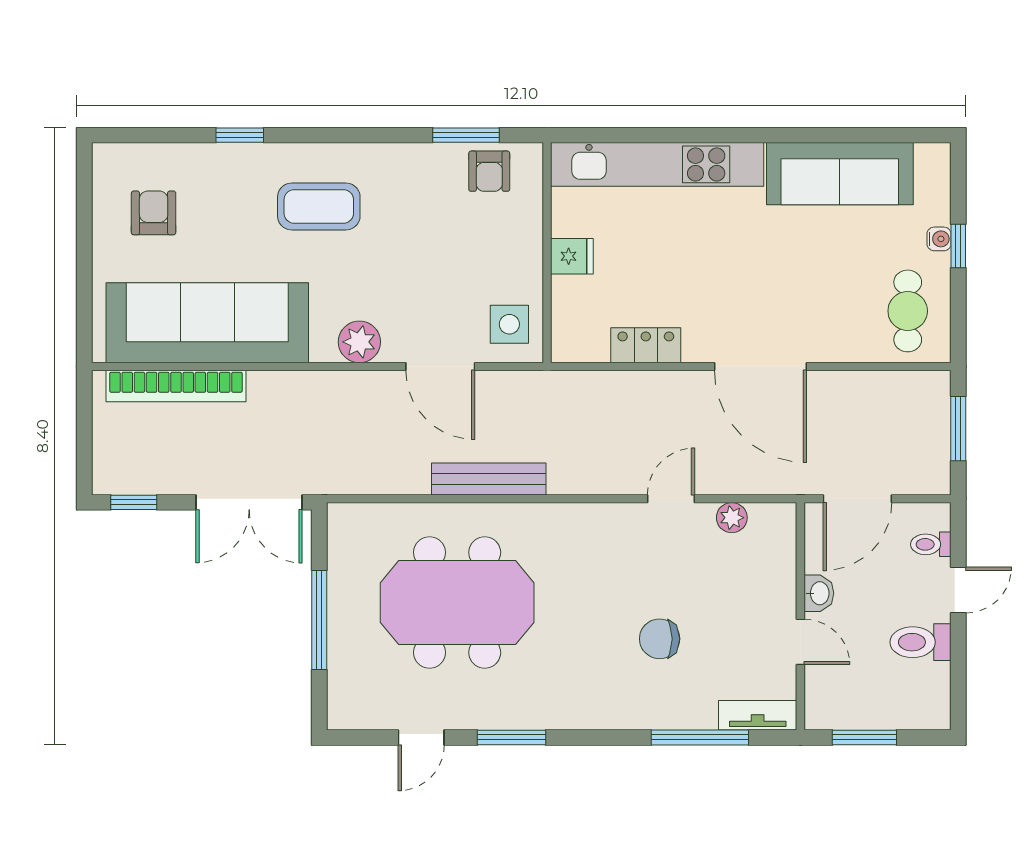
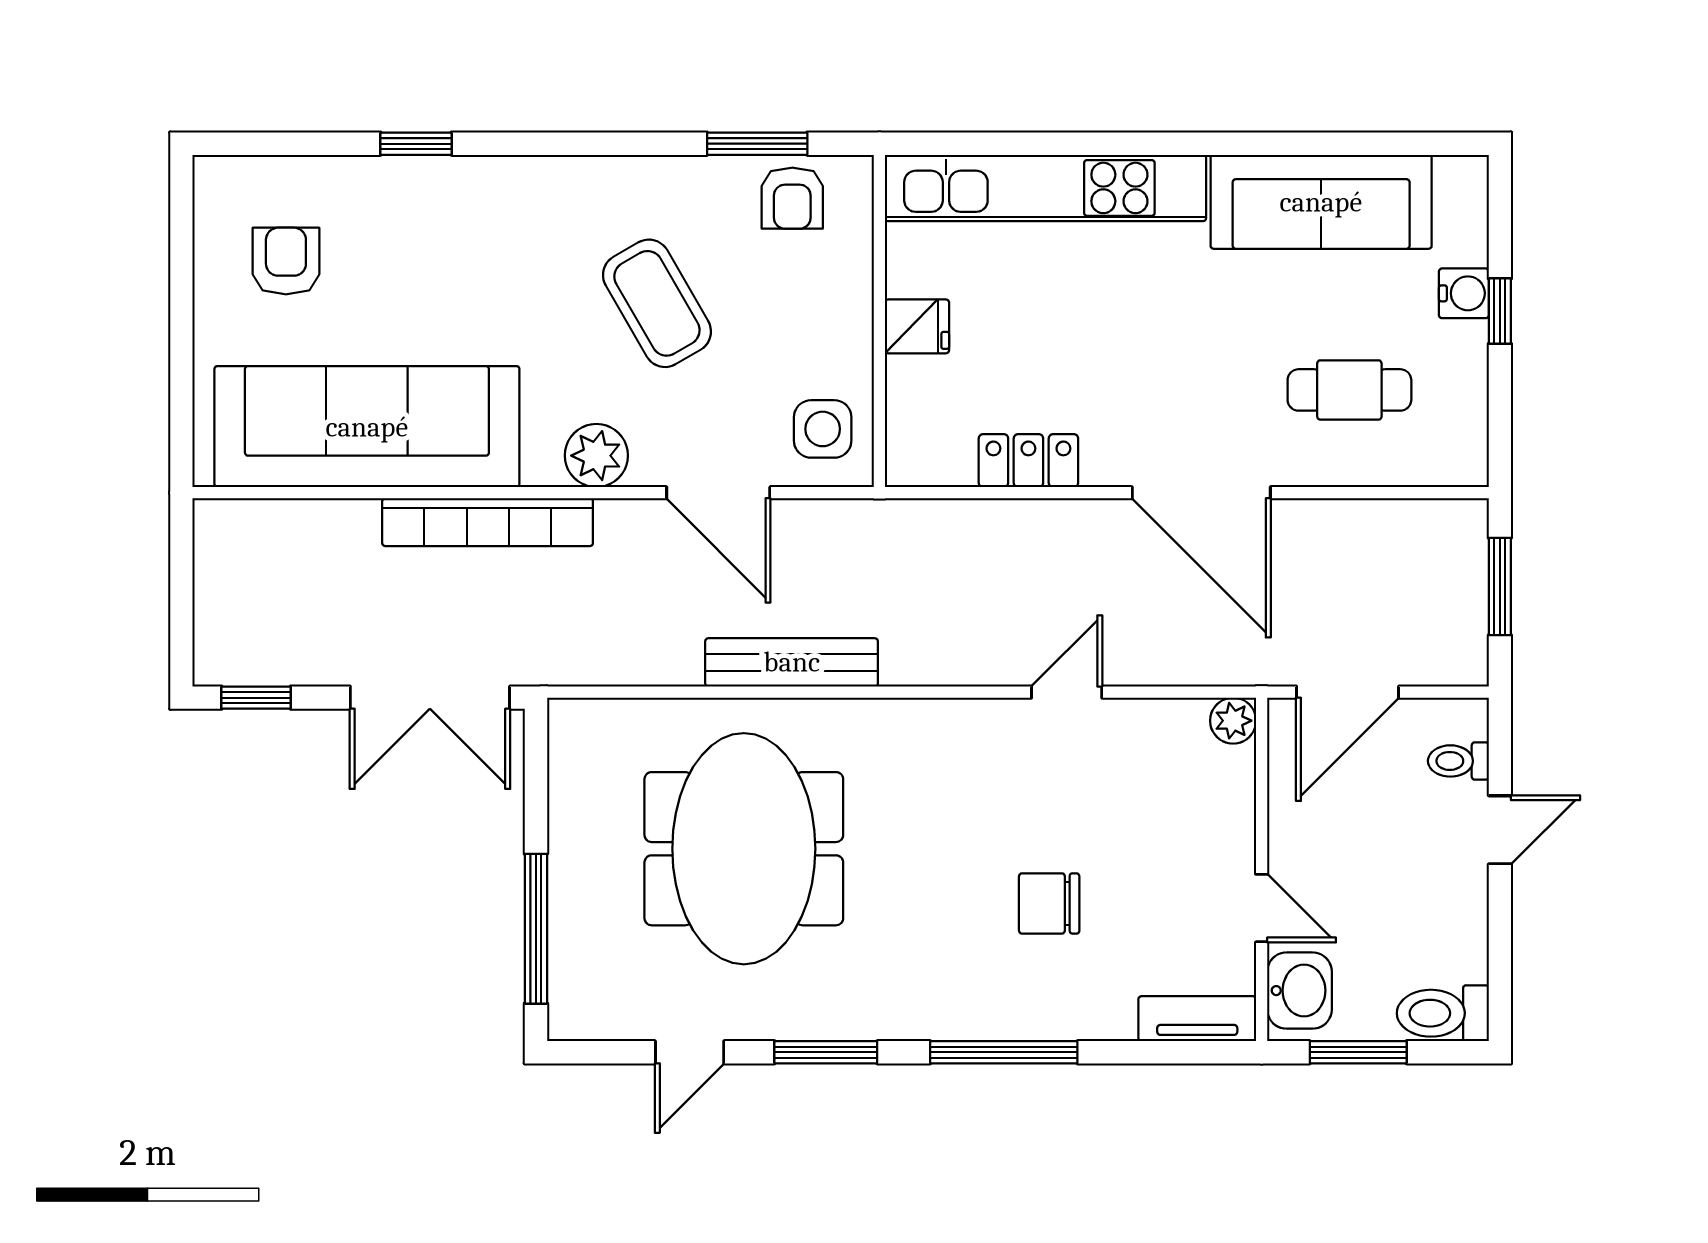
coffee table: (319, 206) -> (657, 303), moved, turned 60
water cooler: (939, 239) -> (1464, 293), width x1.38, depth x1.38
cafe table: (908, 311) -> (1349, 390), moved, turned 90
bookcase: (176, 386) -> (488, 522), moved
plant: (732, 518) -> (1233, 721), moved
washbasin: (819, 593) -> (1299, 991), moved, width x1.38, depth x1.45
meeting table: (457, 603) -> (744, 849), turned 90
window: (319, 620) -> (536, 929), moved
toilet: (921, 642) -> (1443, 1013), moved
window: (700, 737) -> (1004, 1052), moved

